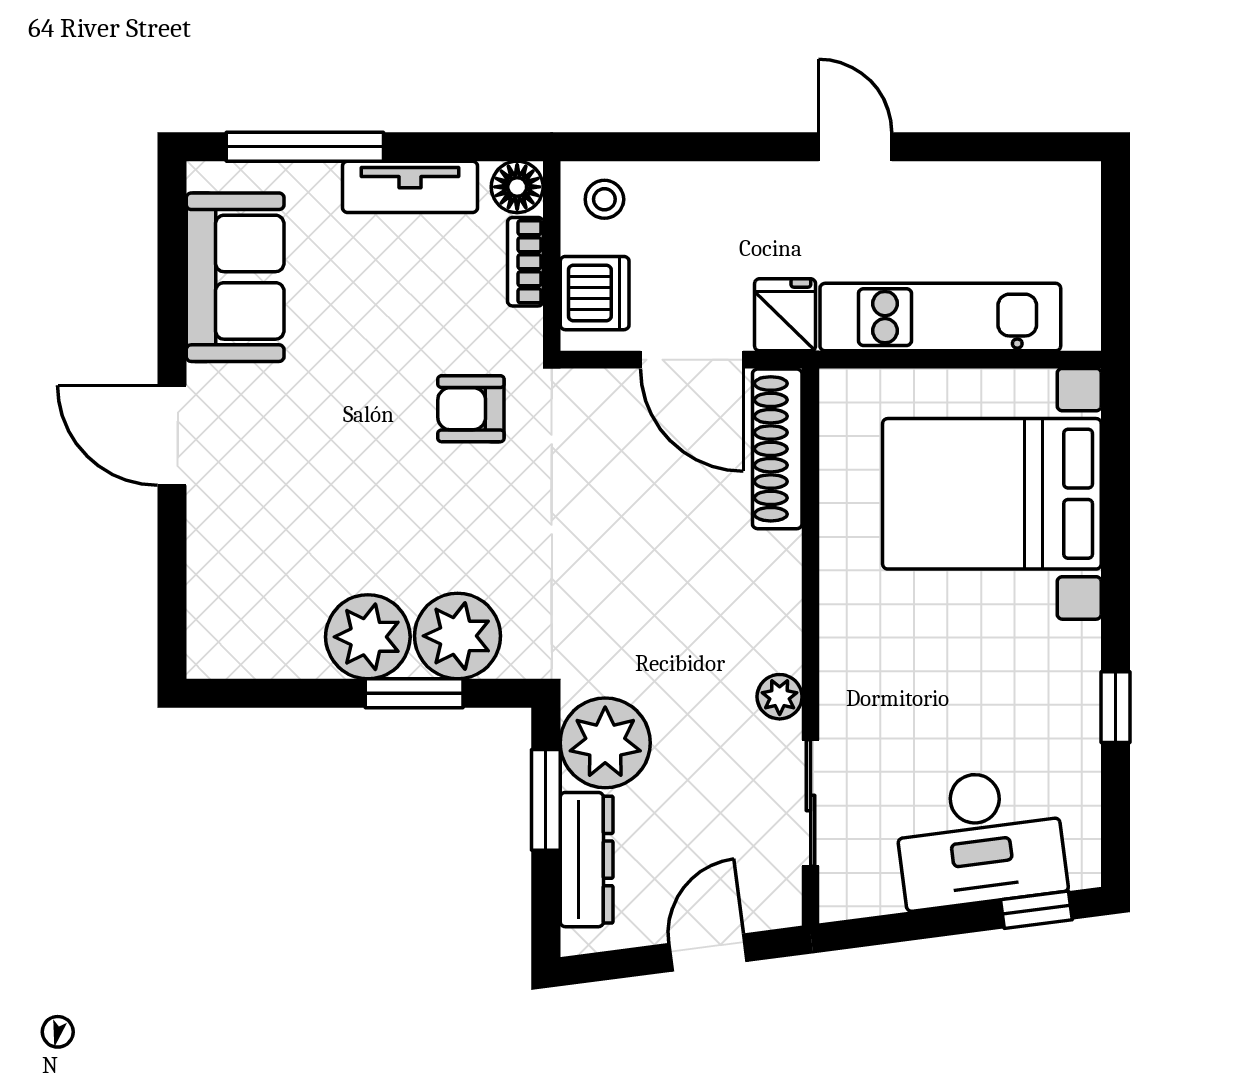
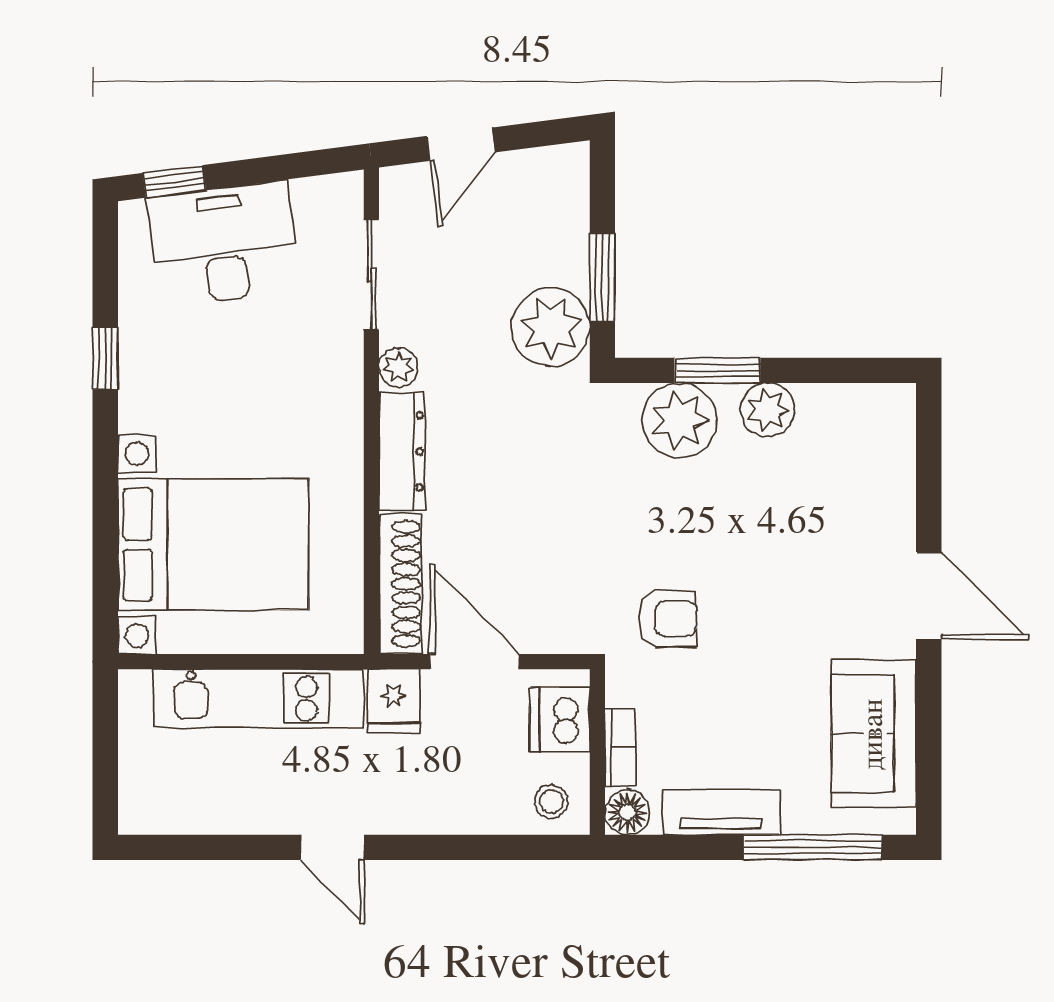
plant: (368, 637) -> (768, 410), width x0.73, depth x0.73
dresser: (587, 860) -> (402, 451), moved, turned 180

